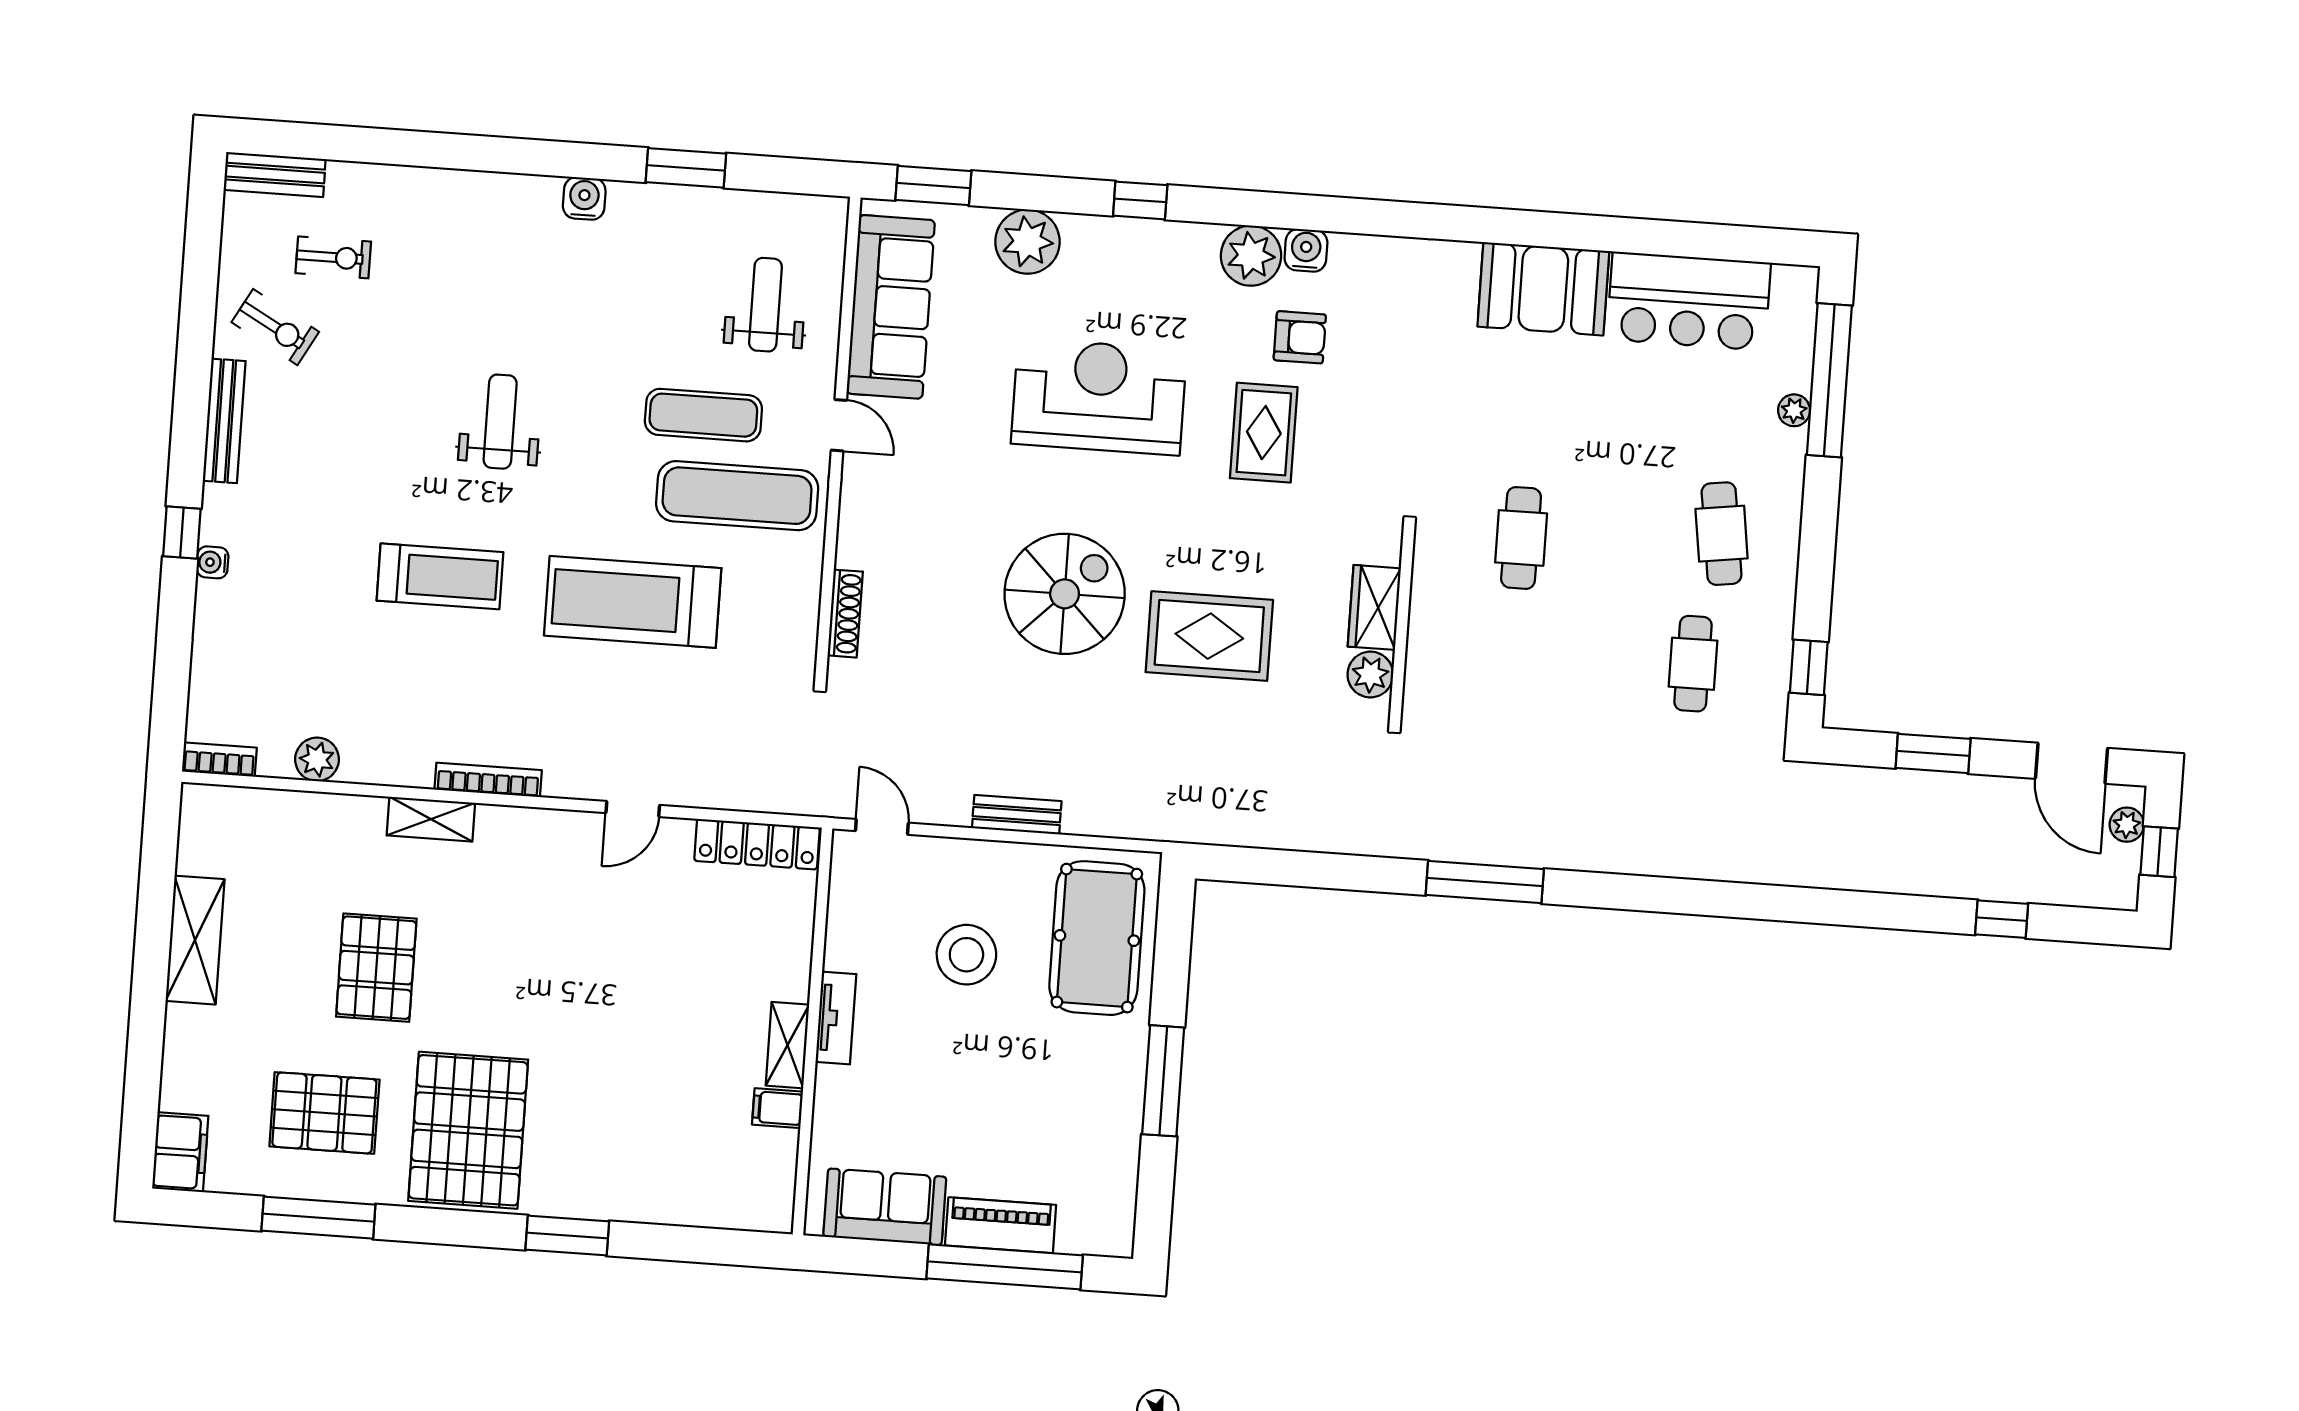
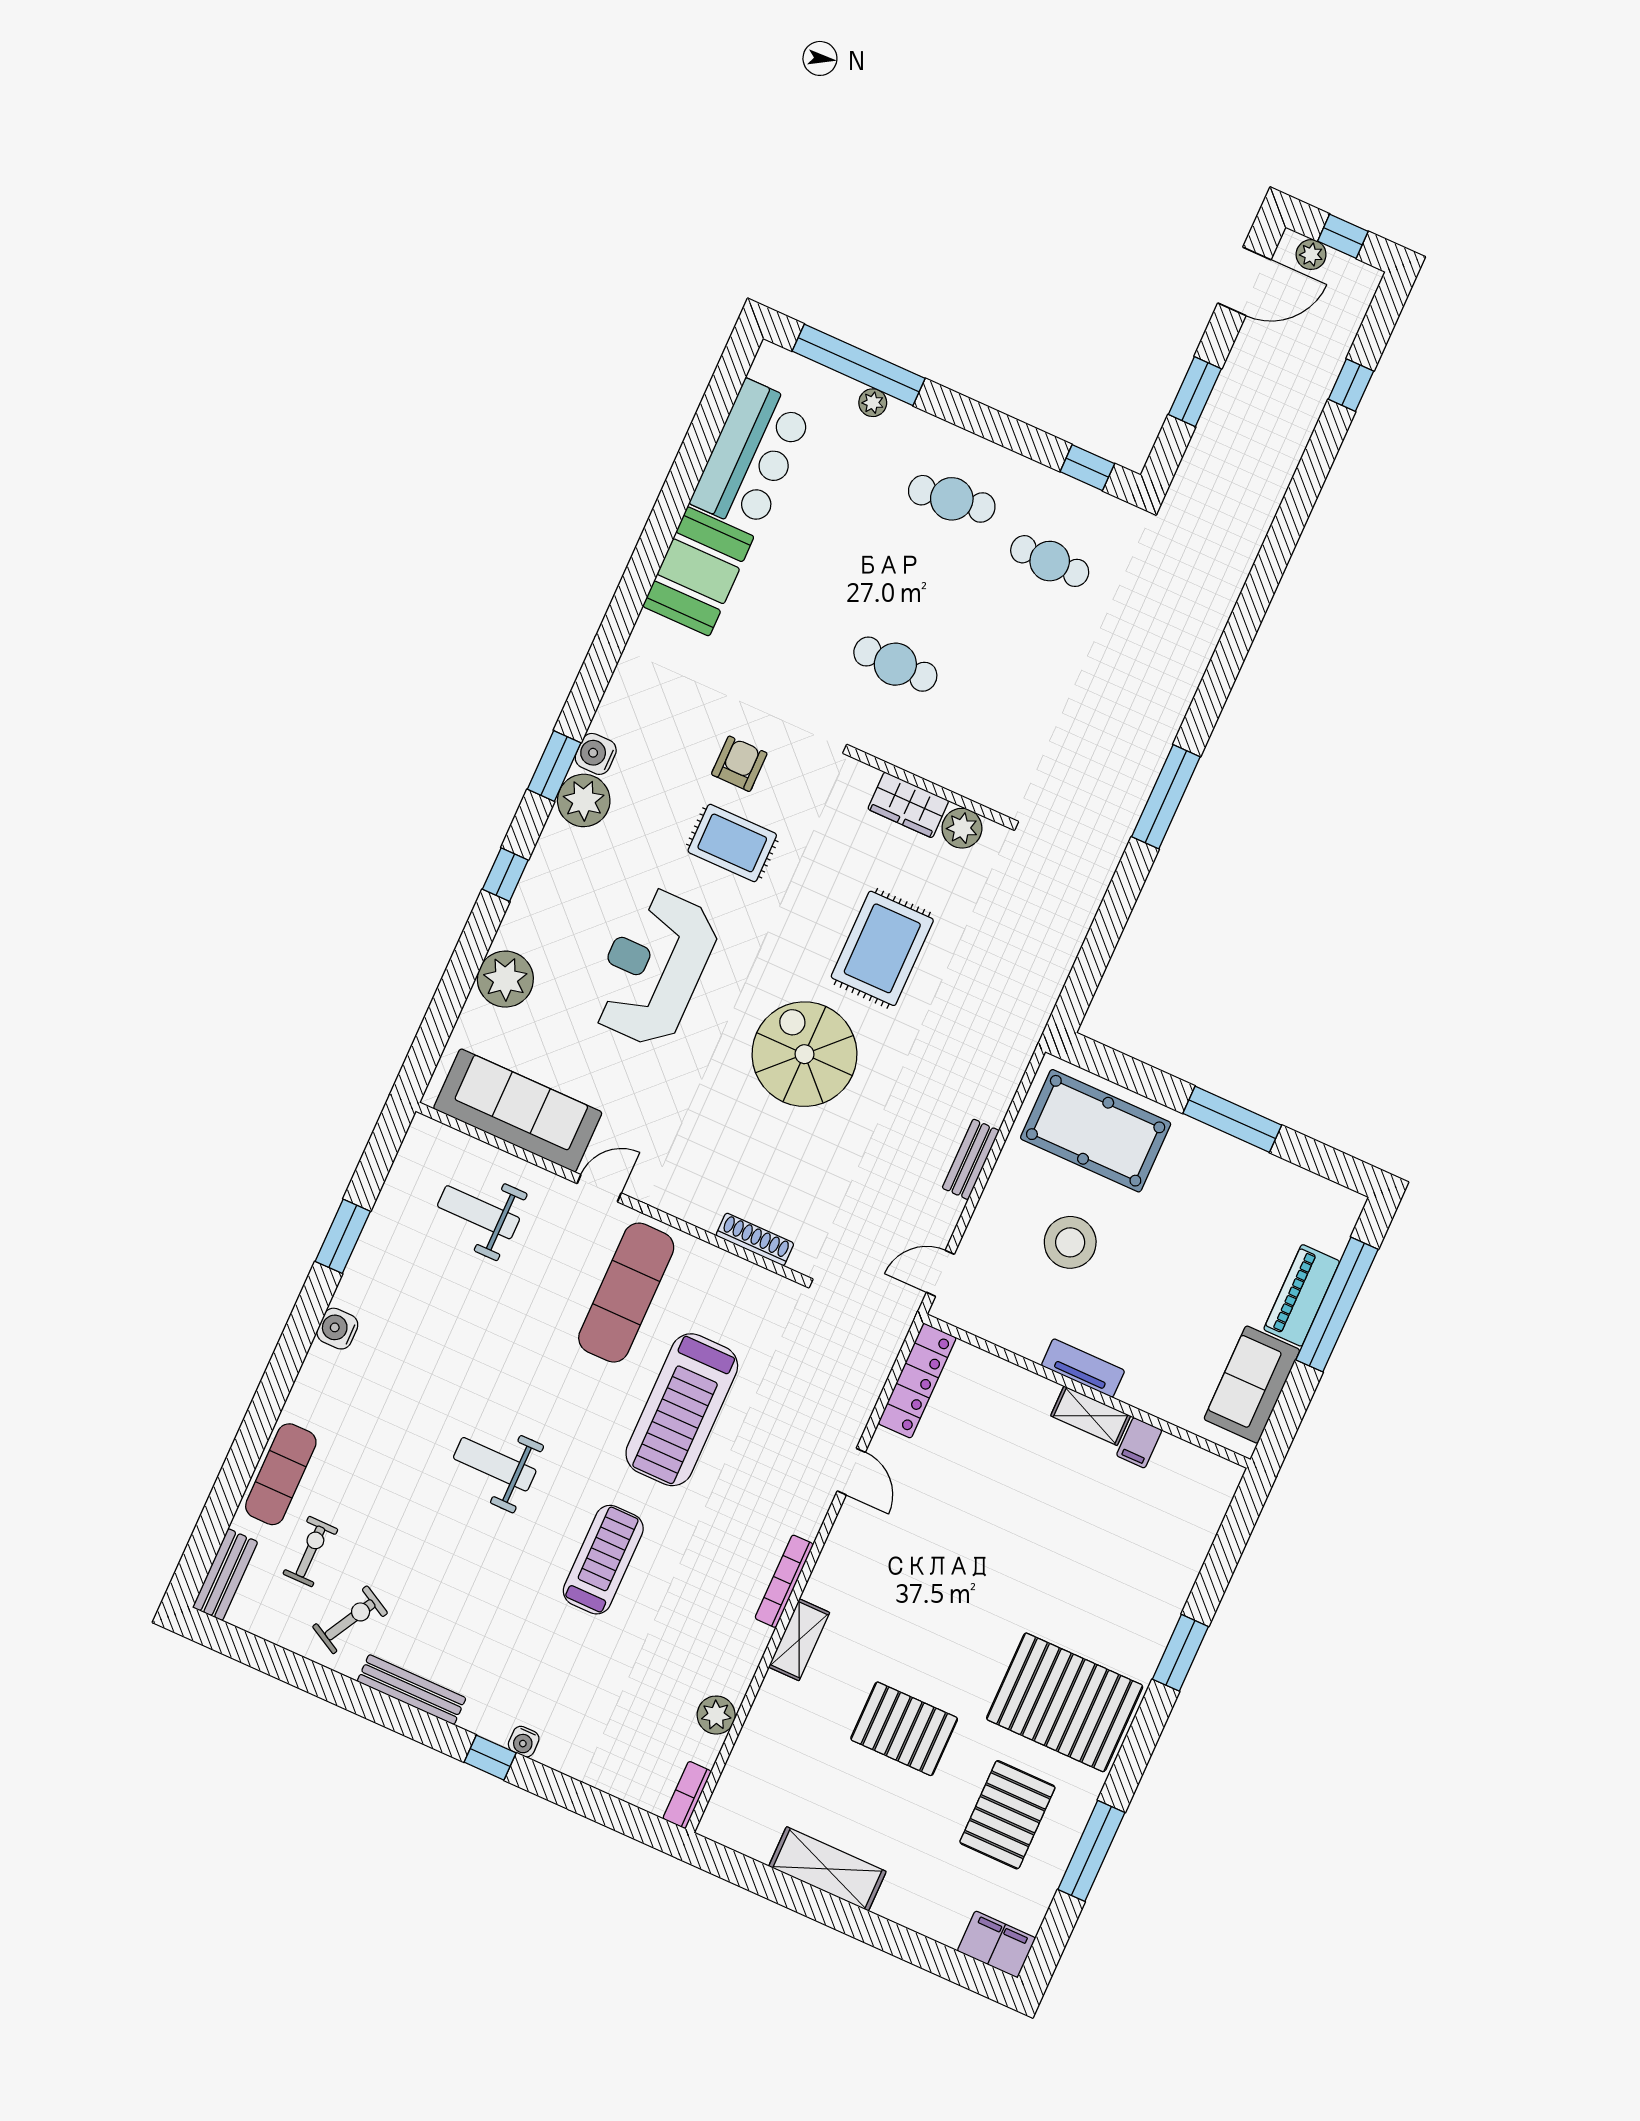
window: (933, 186) -> (554, 766), moved
armchair: (1300, 337) -> (739, 764), moved
exercise mat: (703, 415) -> (281, 1474), moved

